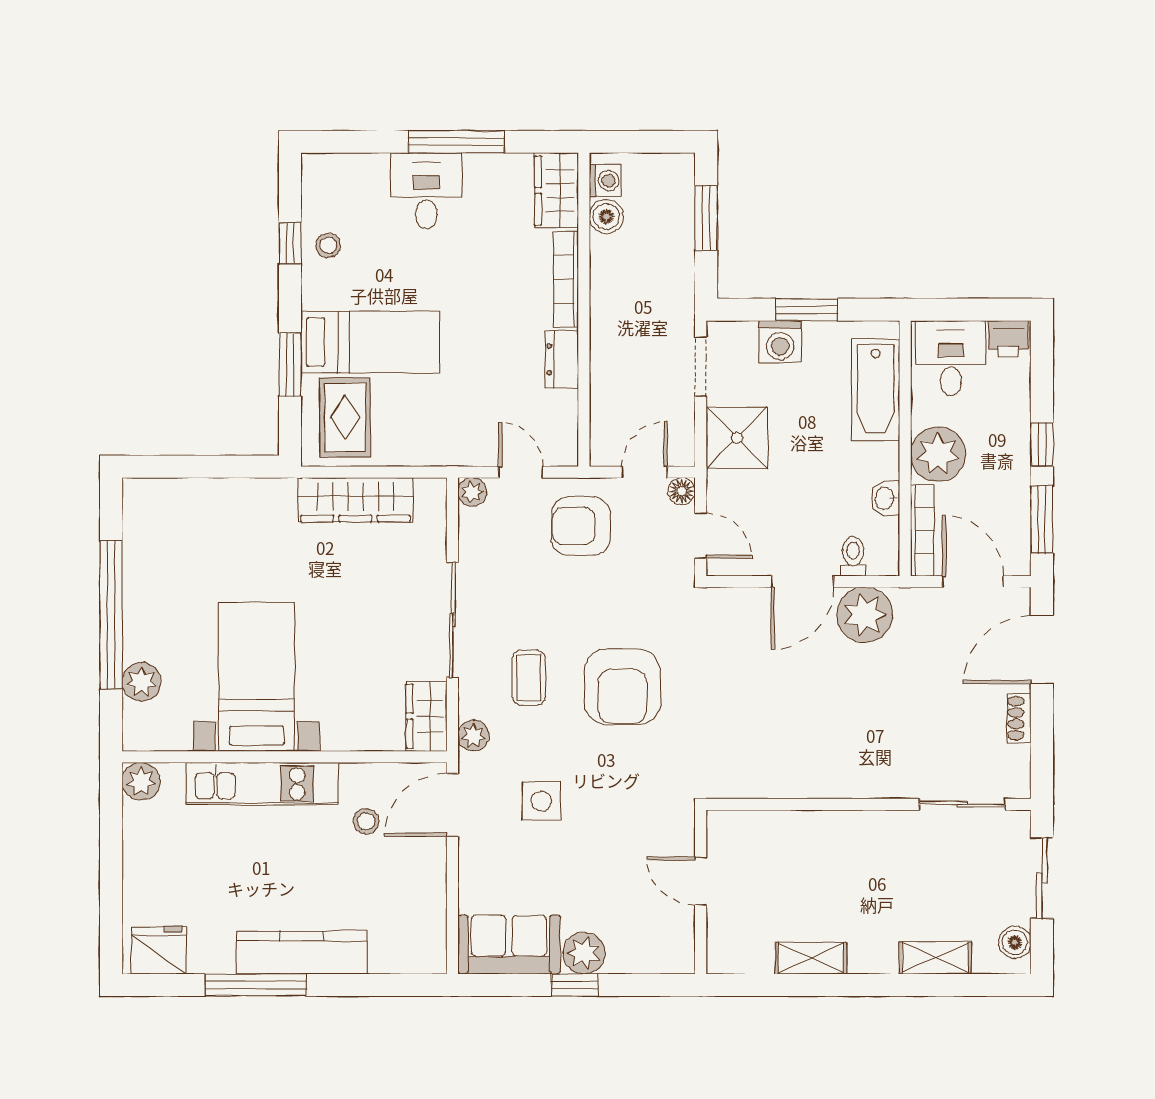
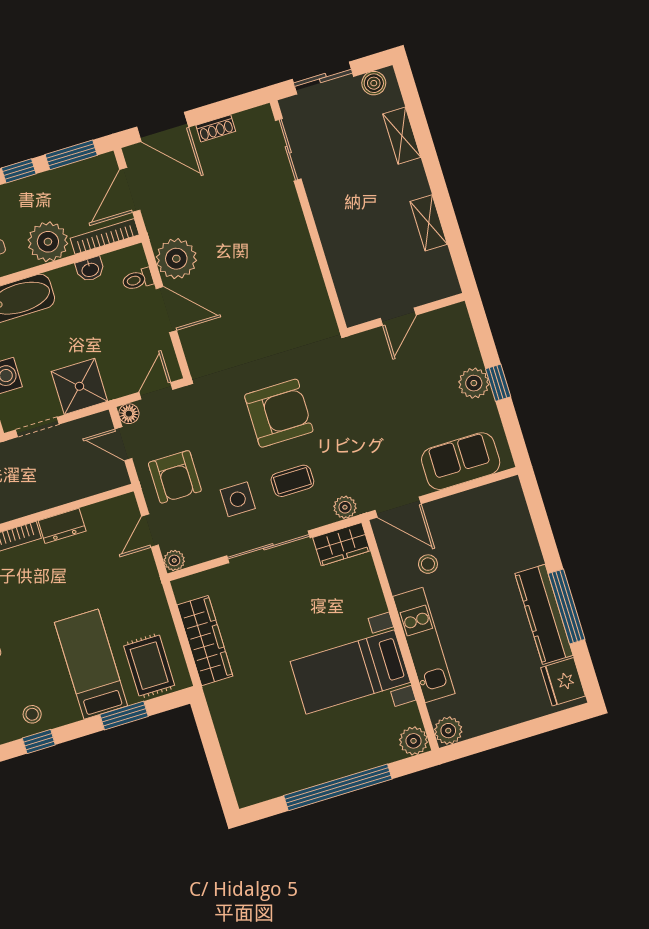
rug: (345, 417) -> (149, 666), turned 90
plant: (142, 682) -> (413, 741), moved
side table: (541, 801) -> (238, 499), moved
sofa: (509, 945) -> (461, 461), moved, turned 90
kitchen counter: (302, 952) -> (544, 614), moved

